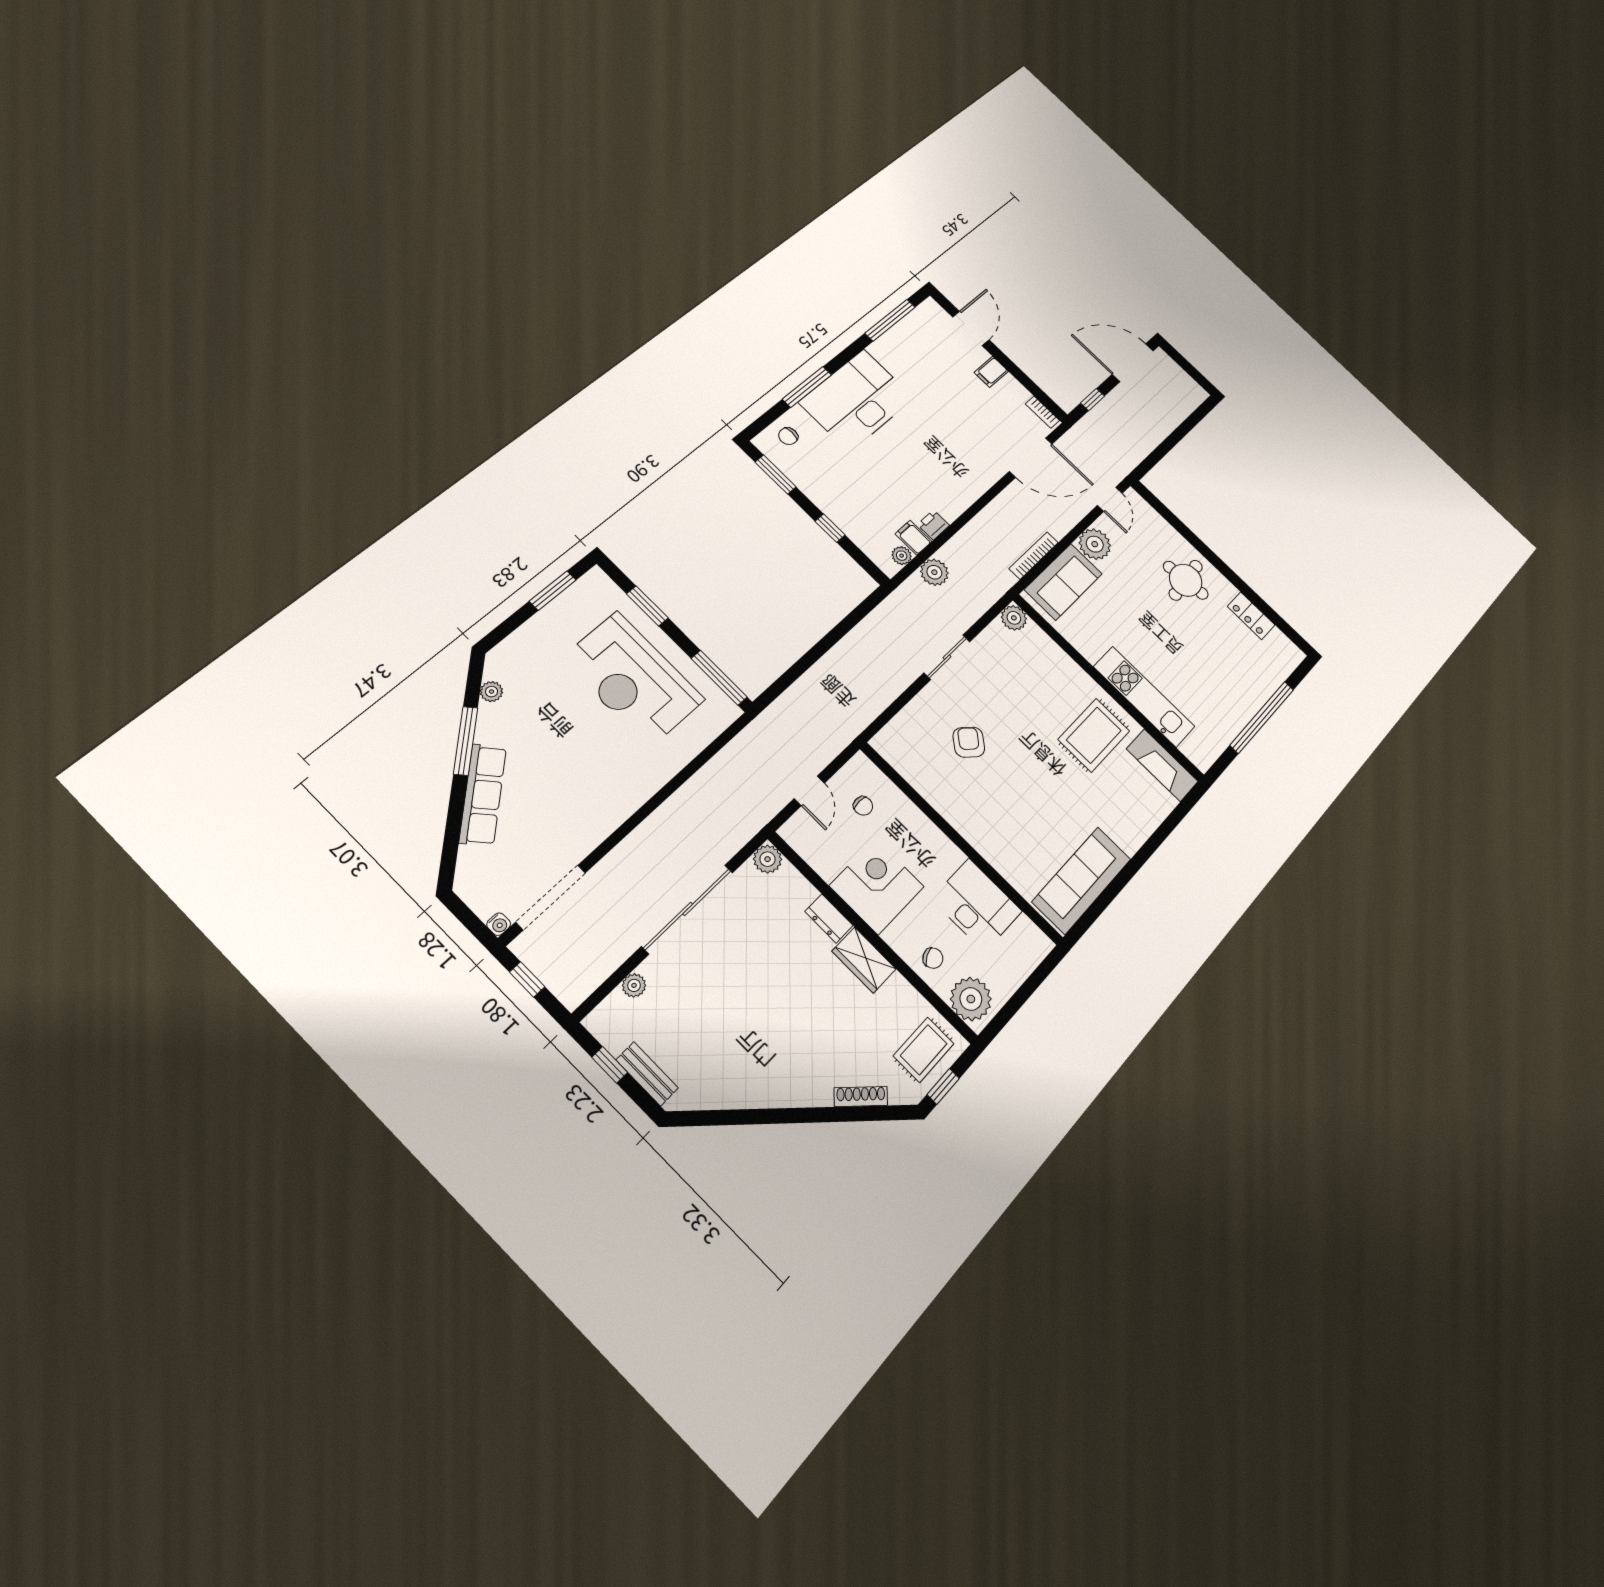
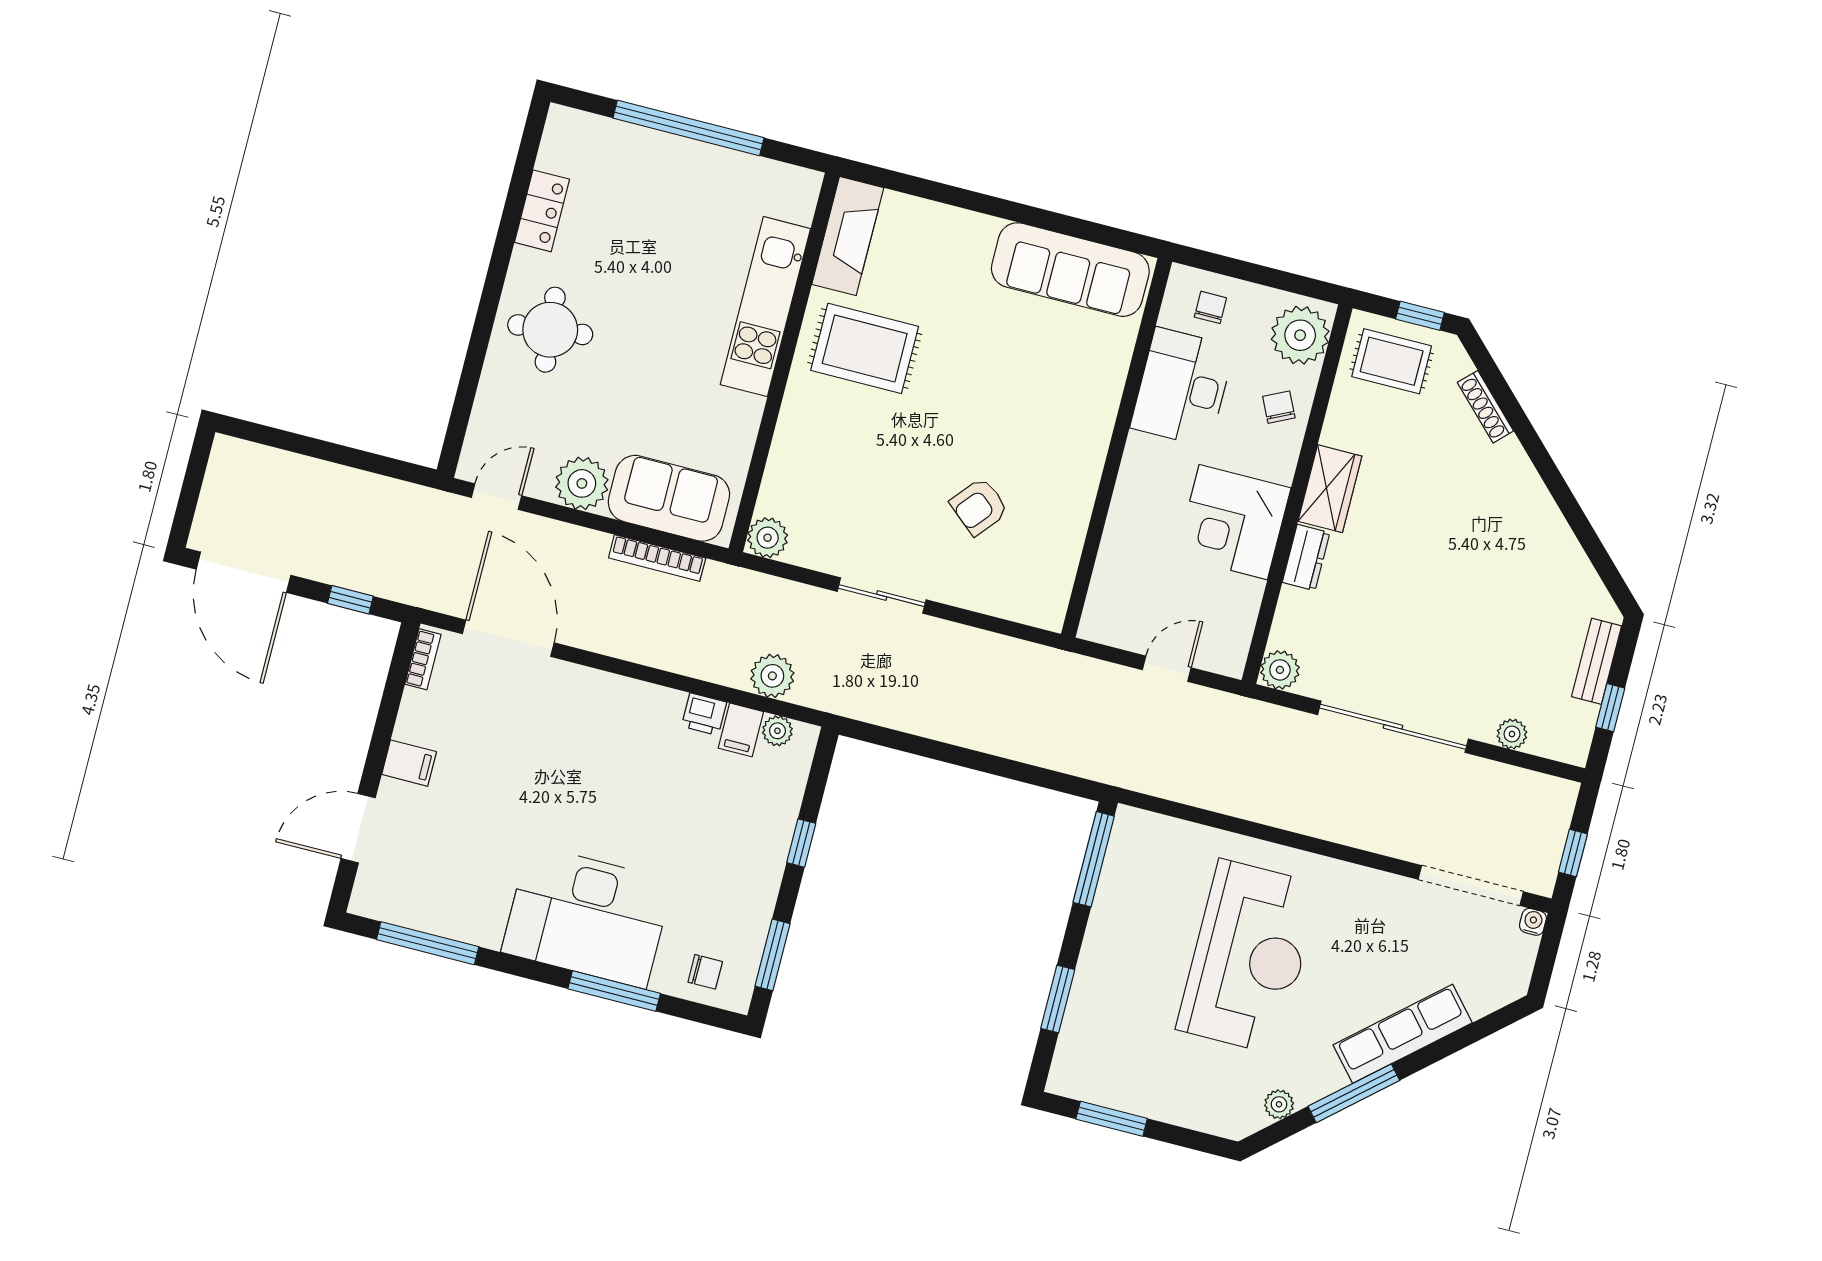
reception desk: (633, 679) -> (1248, 957), moved
chair: (863, 806) -> (1210, 307), moved

